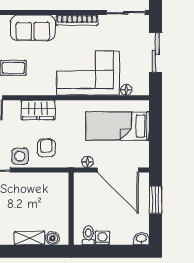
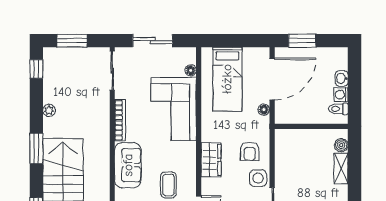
armchair: (46, 148) -> (250, 151), turned -90
washbasin: (141, 239) -> (342, 78), moved

